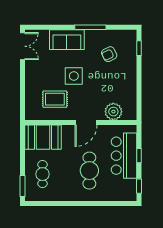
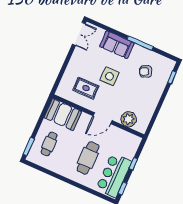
bar counter: (124, 156) -> (114, 175), moved

